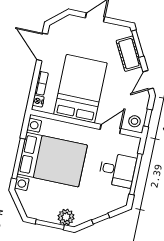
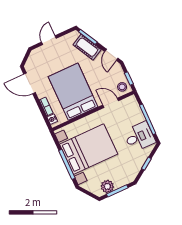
door: (110, 129) -> (111, 103), hinge flipped
desk: (117, 170) -> (139, 137), moved
plant: (66, 217) -> (107, 186), moved

